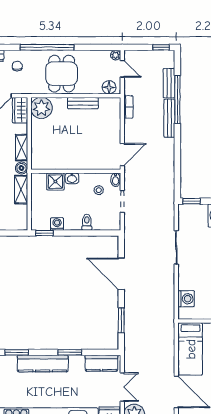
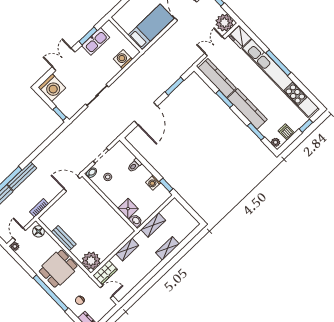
boiler: (22, 168) -> (140, 237), removed
washbasin: (72, 178) -> (136, 221), moved
kitchen counter: (101, 363) -> (217, 78), width x1.50

